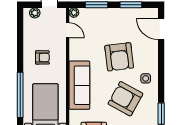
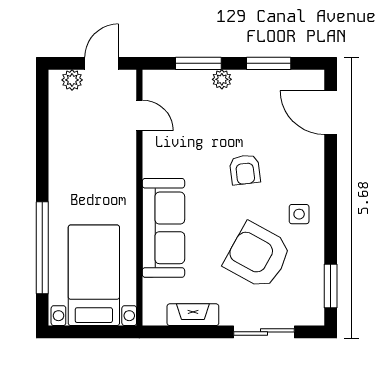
plant: (74, 13) -> (222, 79), moved
armchair: (42, 57) -> (88, 171), removed
armchair: (119, 57) -> (245, 170), width x0.53, depth x0.53

